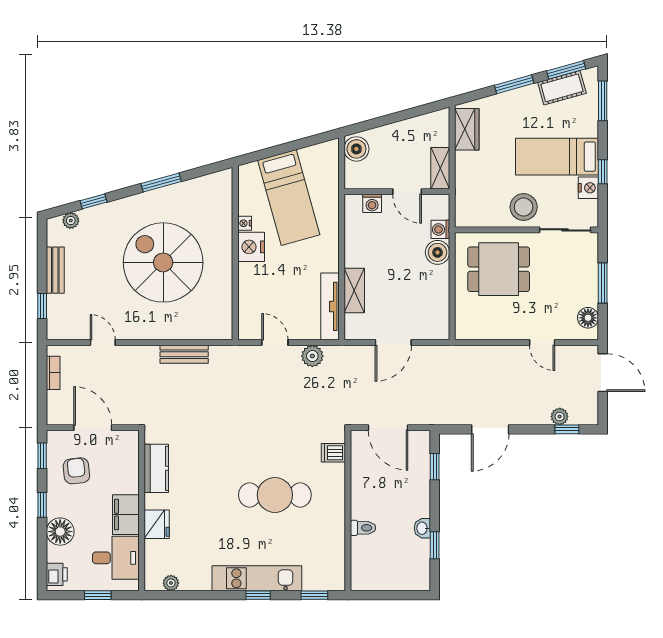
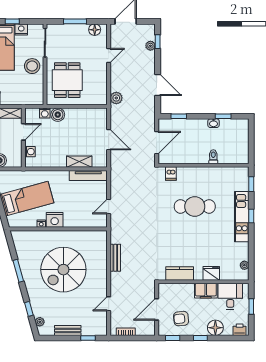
plant: (312, 356) -> (116, 98), moved
cafe table: (275, 495) -> (195, 207), turned 90

